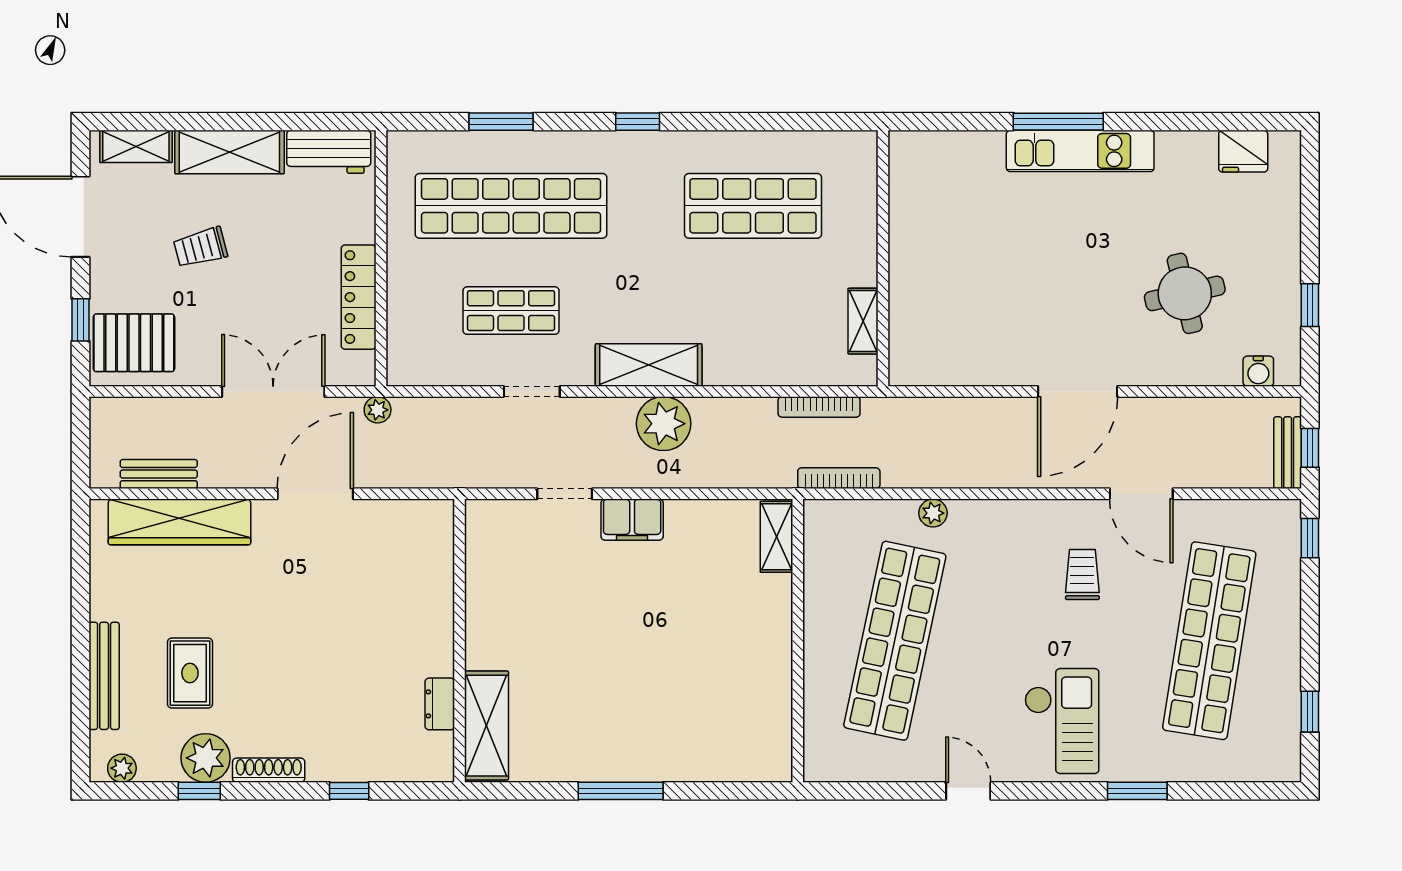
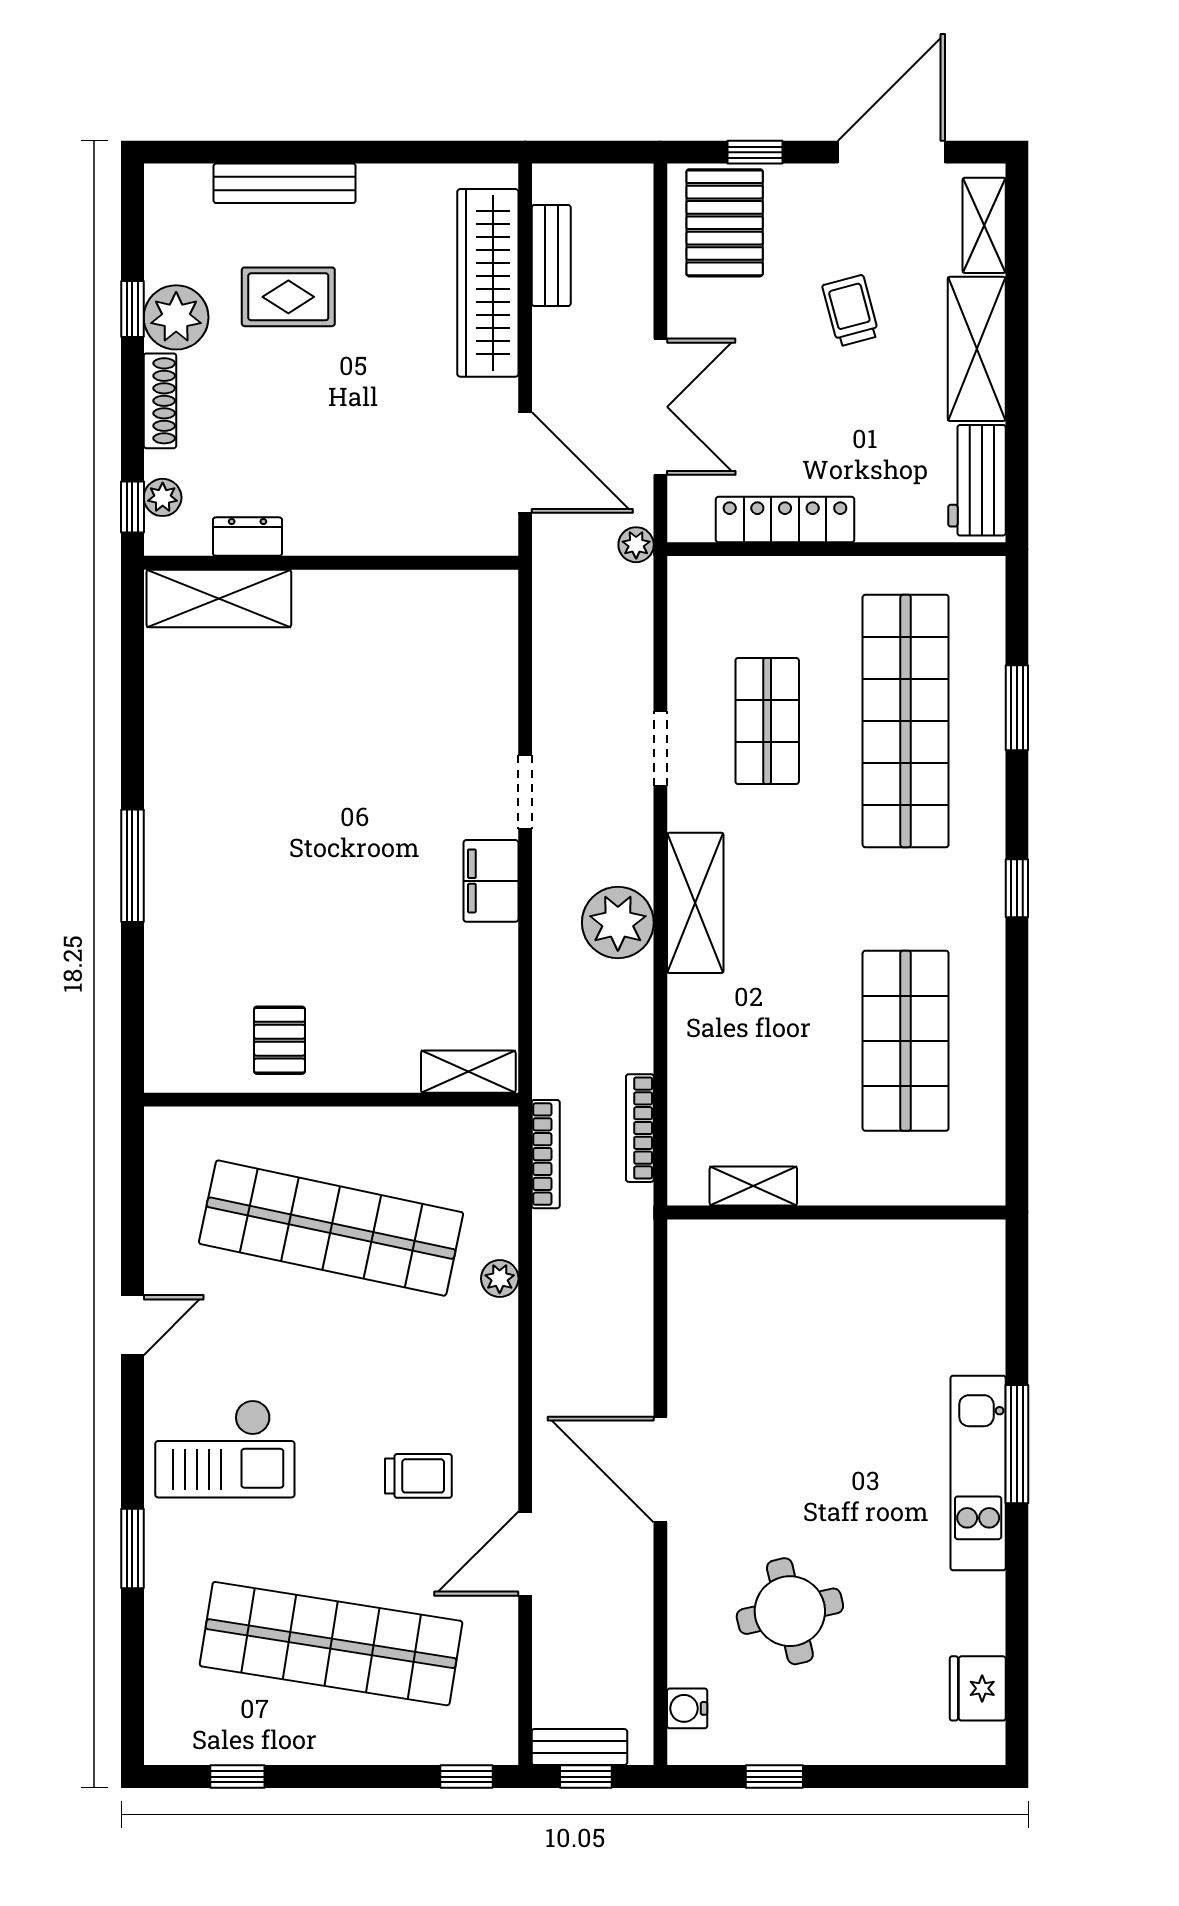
wall: (460, 641) -> (331, 563), moved
pallet: (753, 680) -> (280, 1040), added
dresser: (440, 704) -> (248, 537), moved
shelving: (487, 726) -> (219, 598), moved
plant: (122, 768) -> (163, 497), moved

